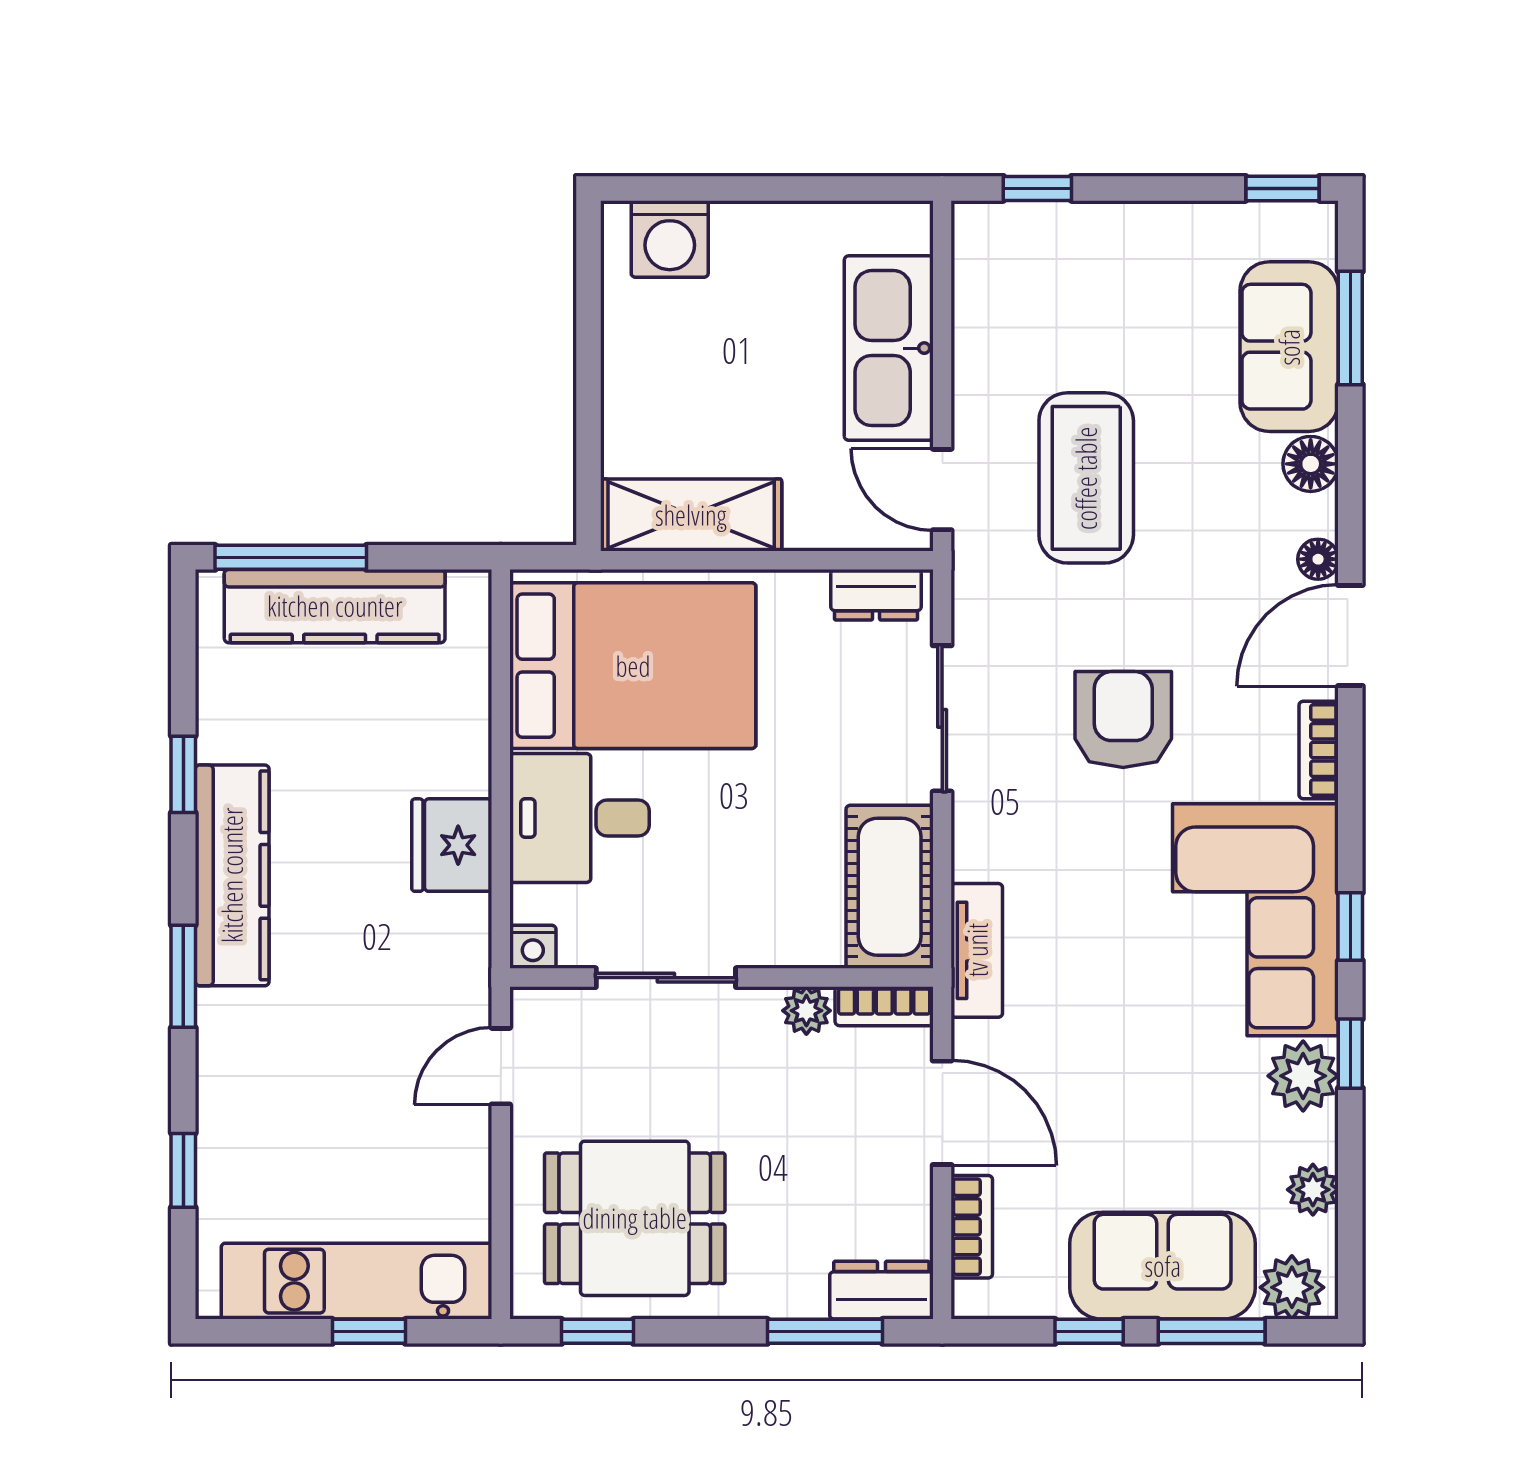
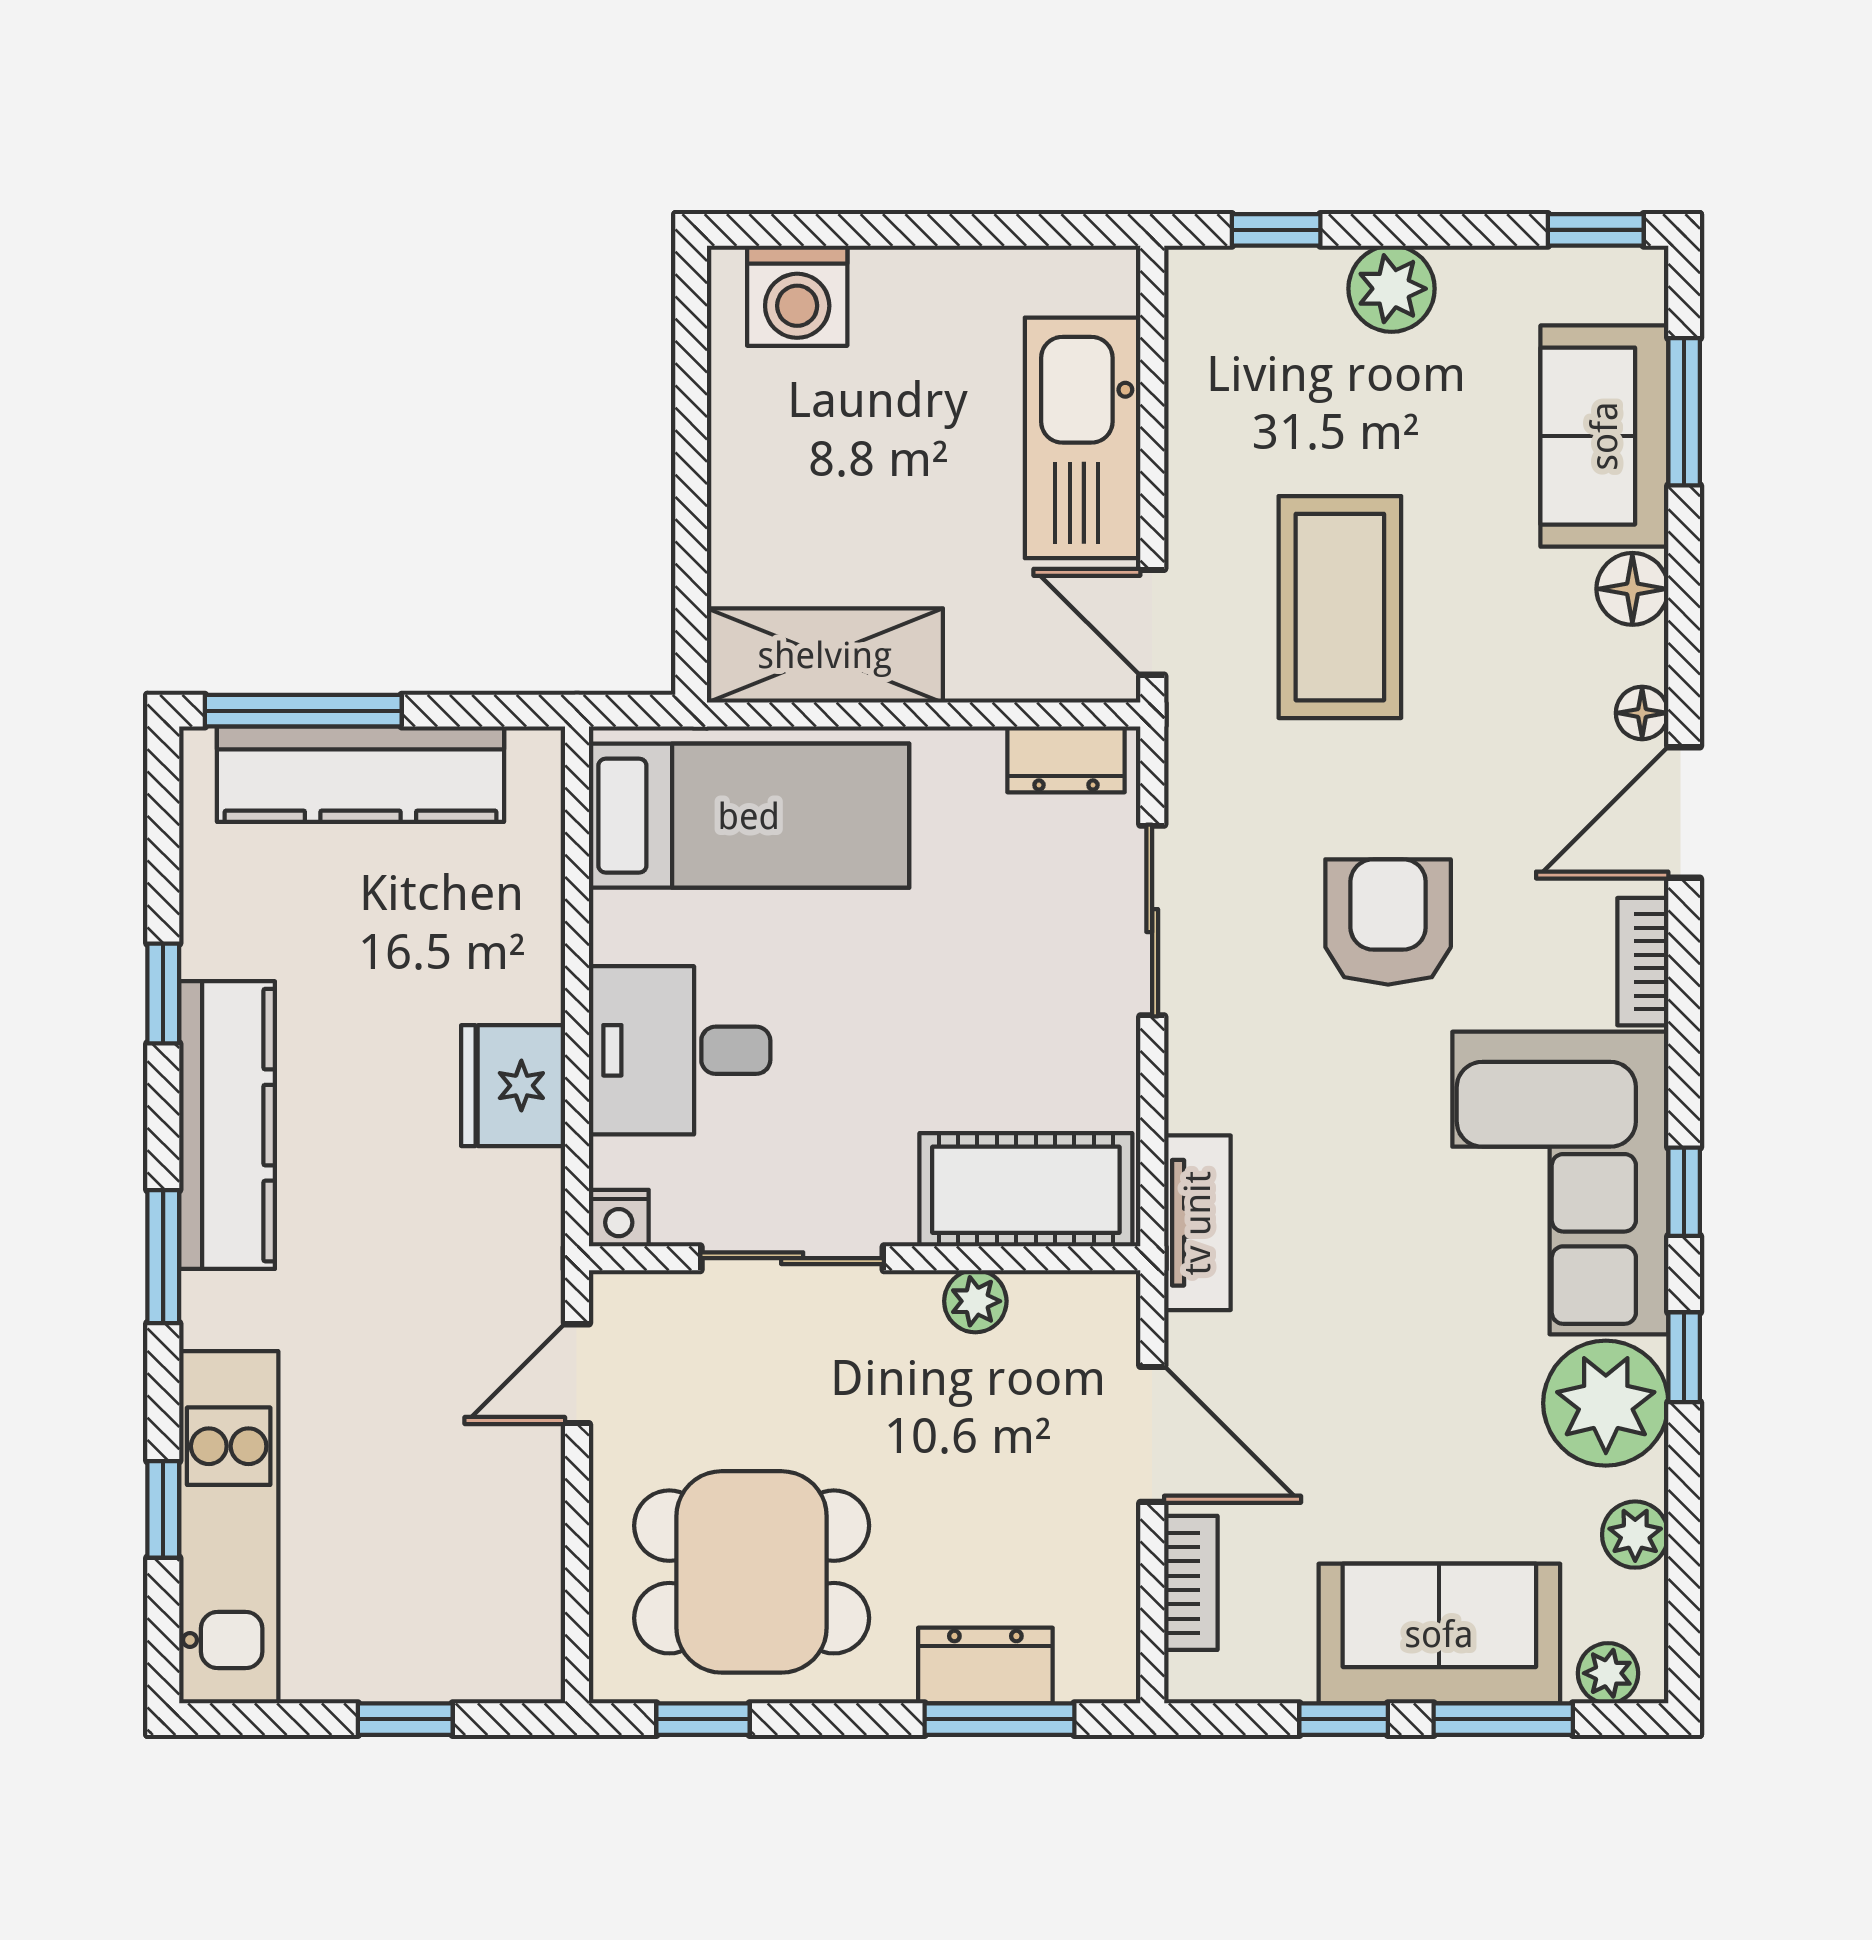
plant: (1126, 234) -> (1392, 289), added
bed: (633, 666) -> (749, 816), width x0.67
cot: (890, 887) -> (1026, 1190), moved, turned 90
bookcase: (884, 1006) -> (1077, 1296), removed
plant: (1303, 1076) -> (1606, 1403), width x1.36, depth x1.36
kitchen unit: (356, 1281) -> (229, 1527), moved, turned 90
plant: (1292, 1287) -> (1608, 1673), width x0.73, depth x0.73
dresser: (881, 1290) -> (985, 1666), moved

